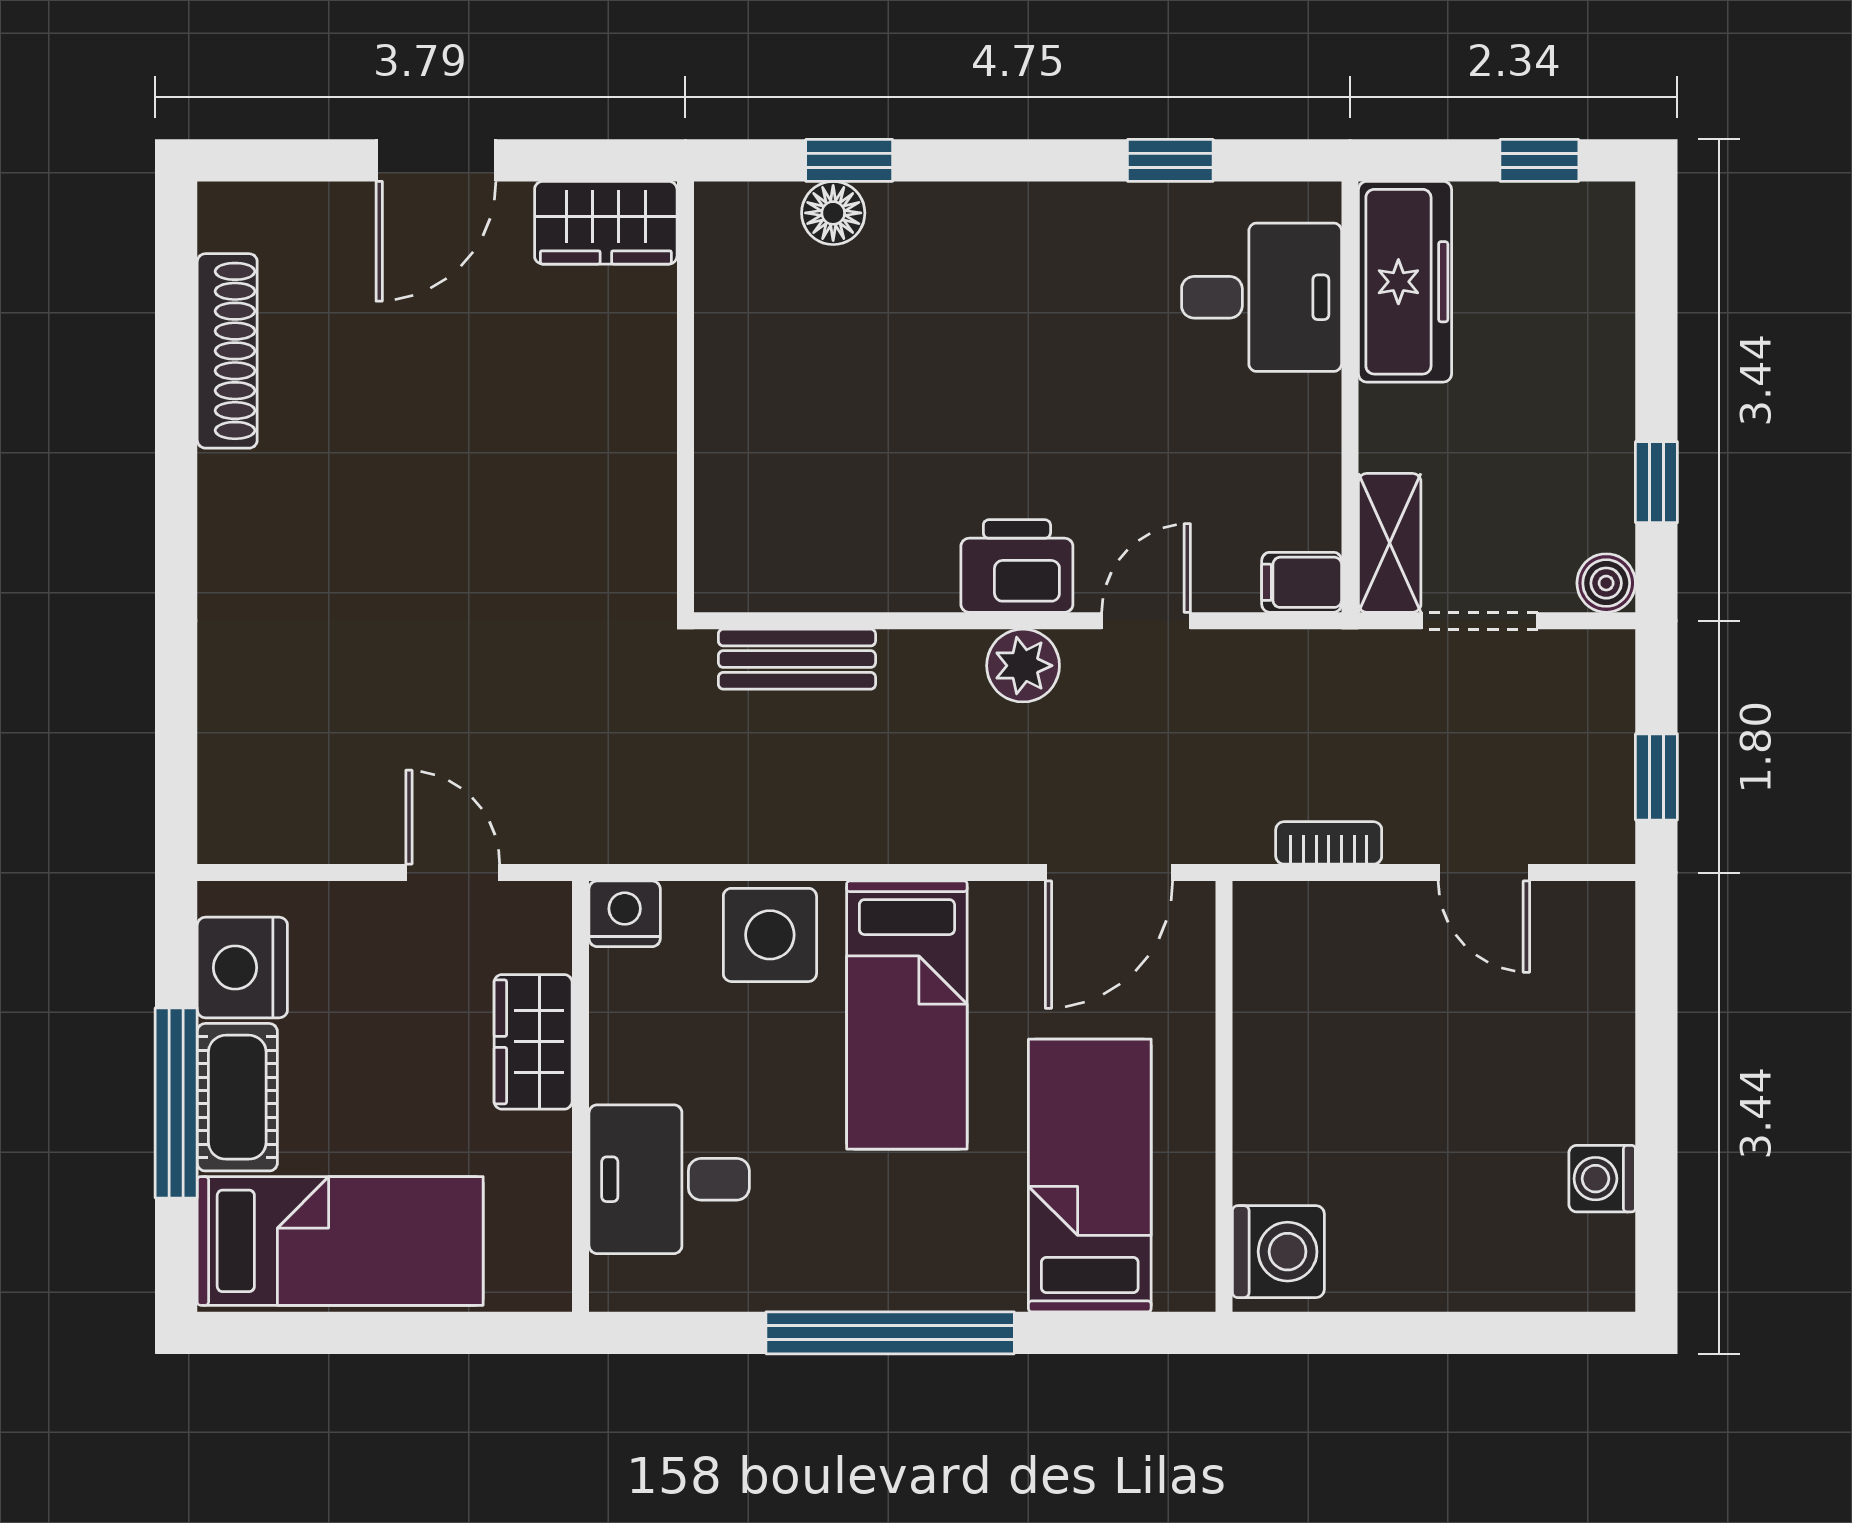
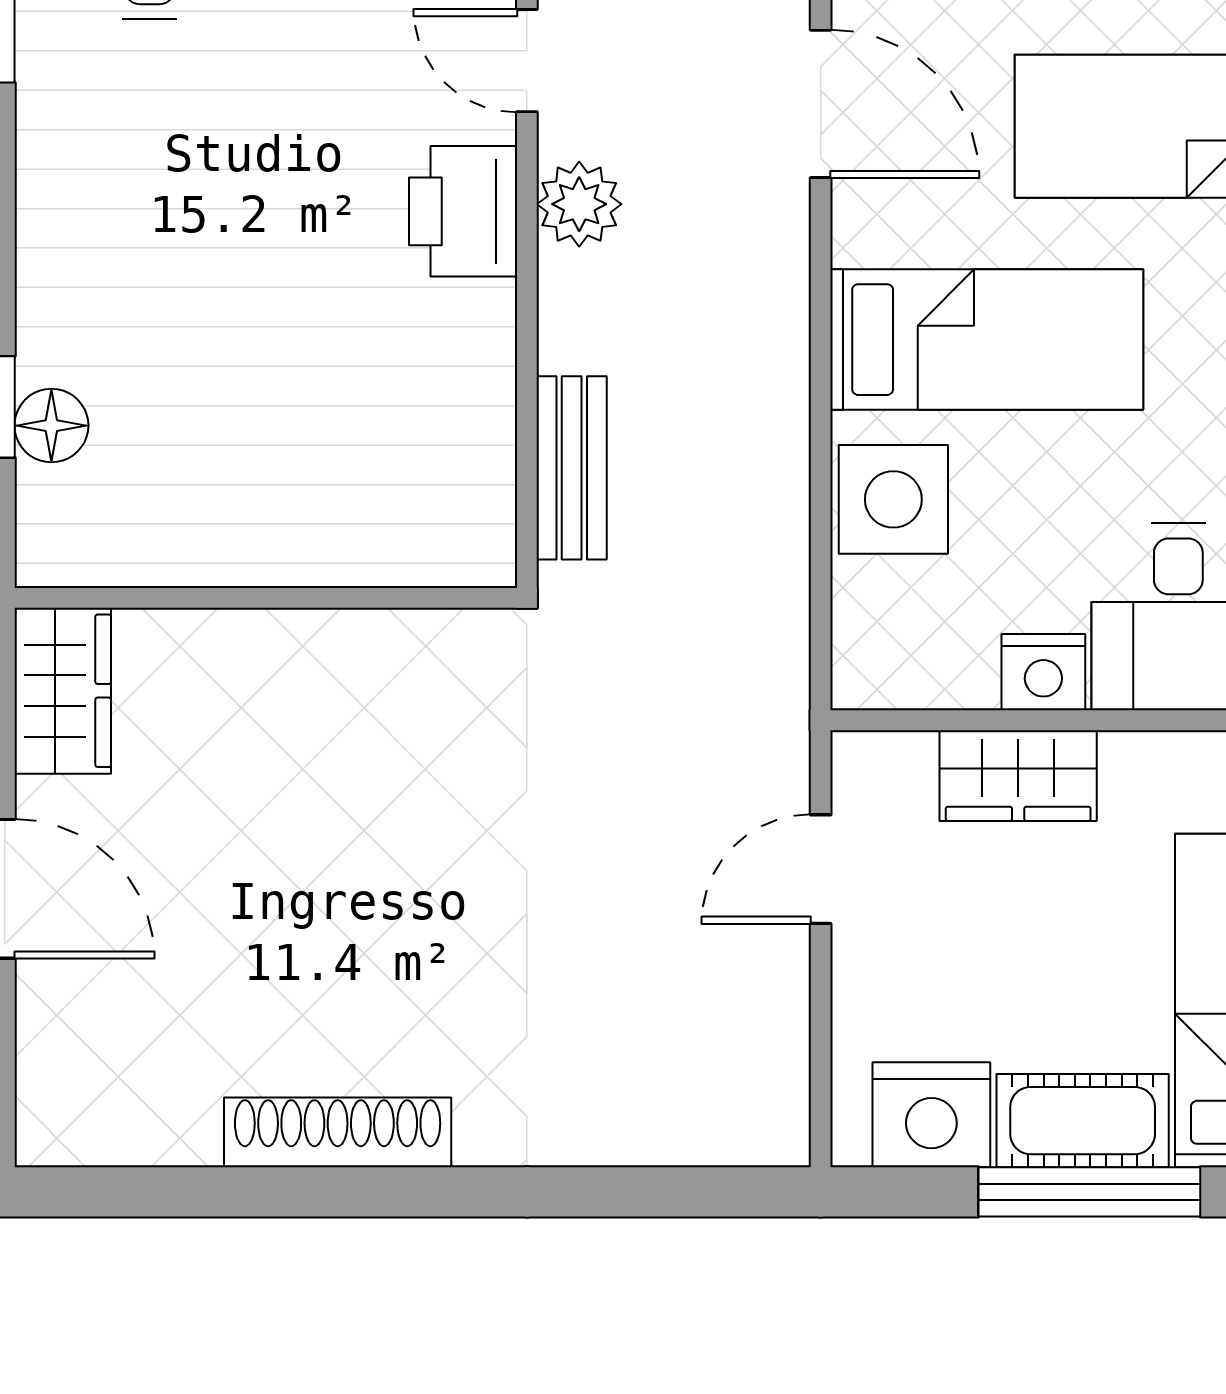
shoe rack: (227, 351) -> (338, 1132), moved
nightstand: (625, 914) -> (1043, 672), moved, turned -90

